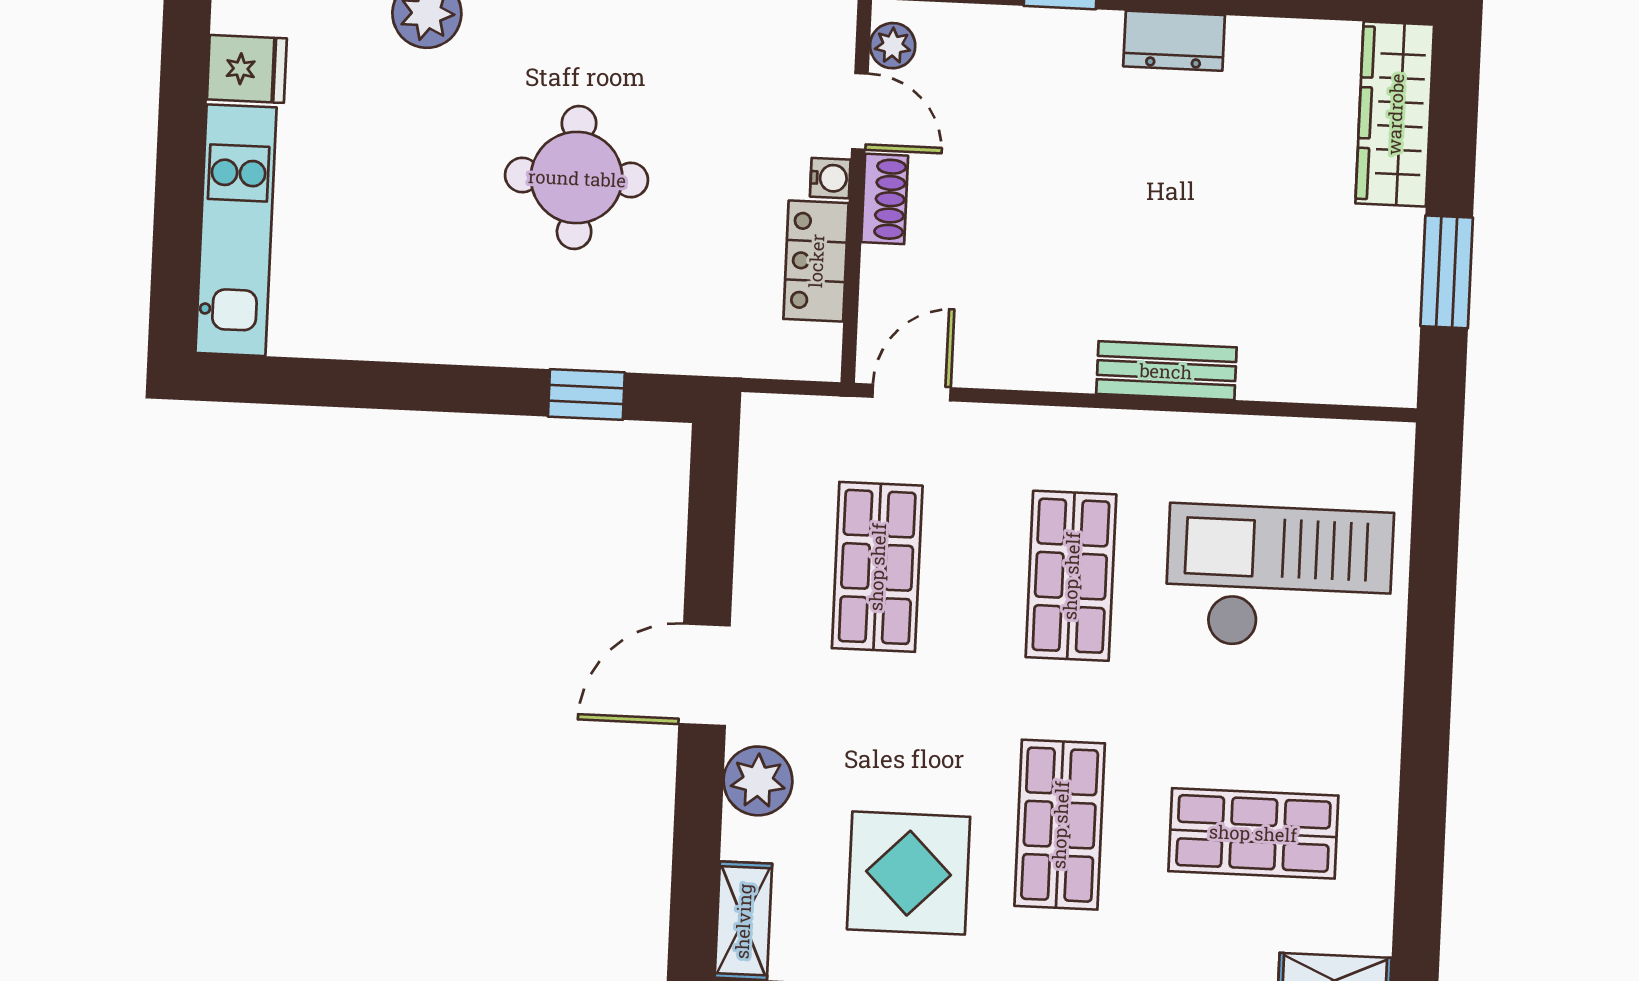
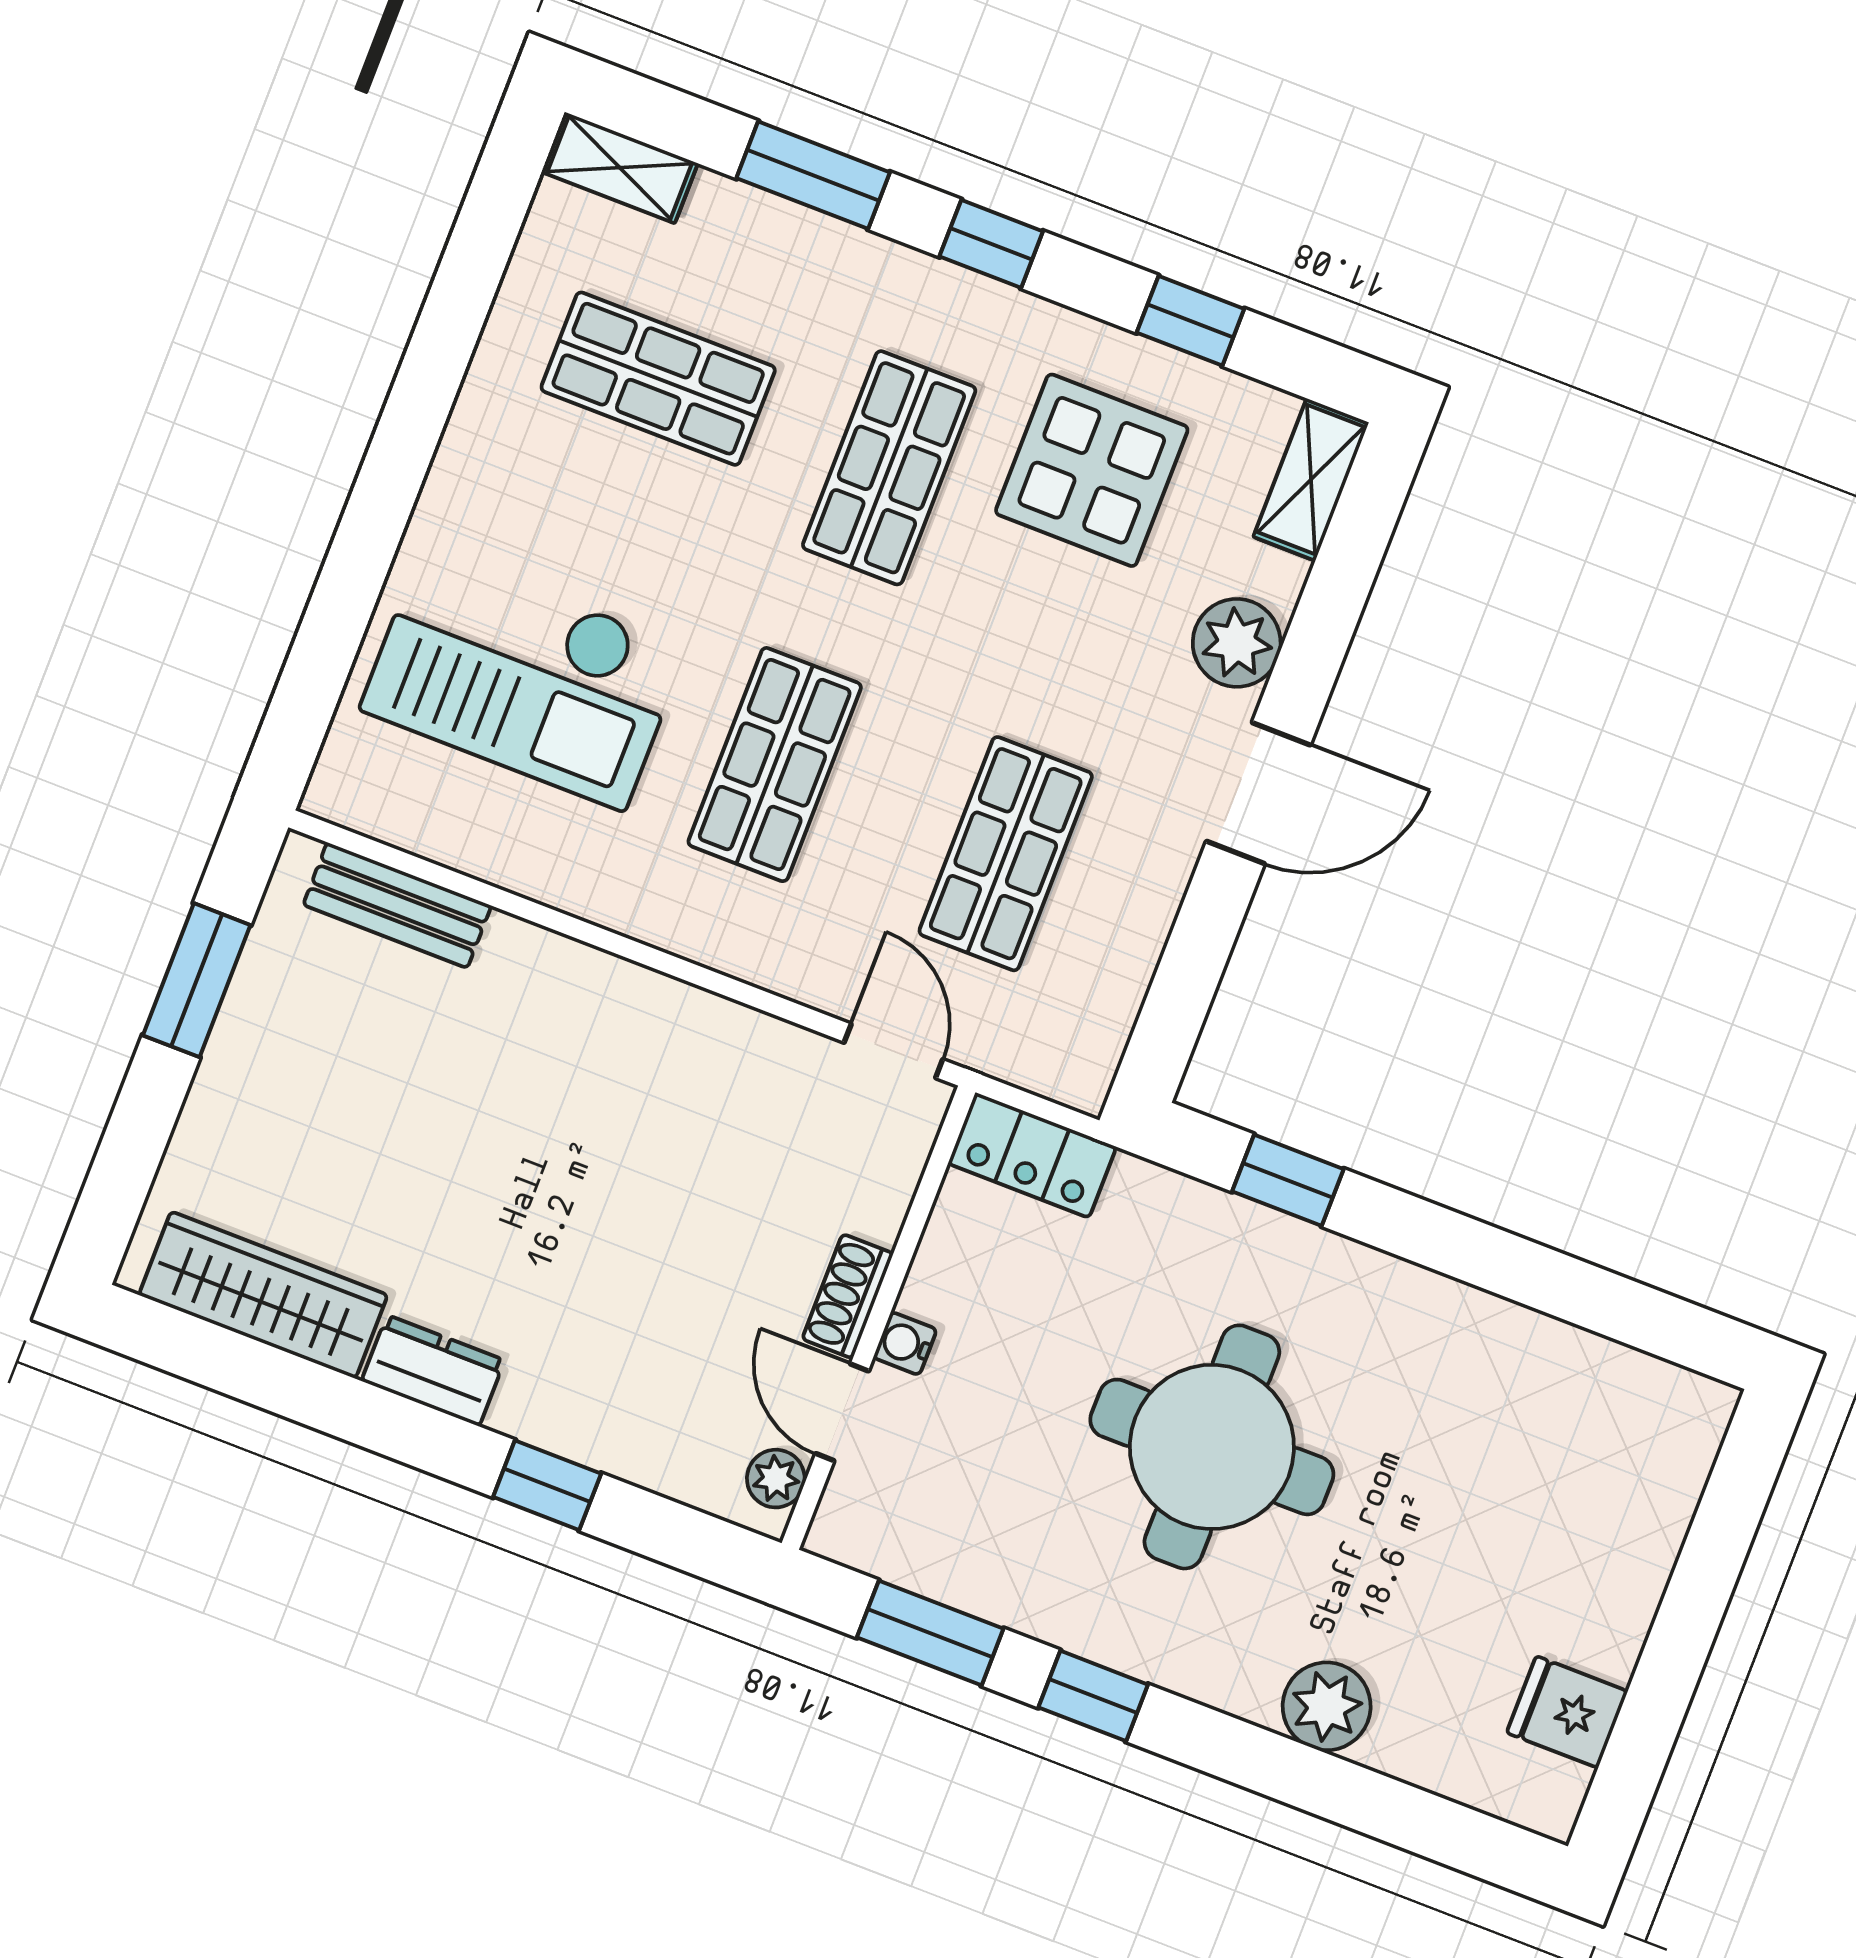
wardrobe: (1395, 114) -> (263, 1295), moved, turned -90
round table: (577, 178) -> (1212, 1447), width x1.36, depth x1.36
kitchen unit: (236, 230) -> (1646, 1521), removed
locker: (816, 261) -> (1032, 1155), moved, turned 90
bench: (1166, 371) -> (397, 905), moved
door: (912, 393) -> (893, 1051), swing flipped

